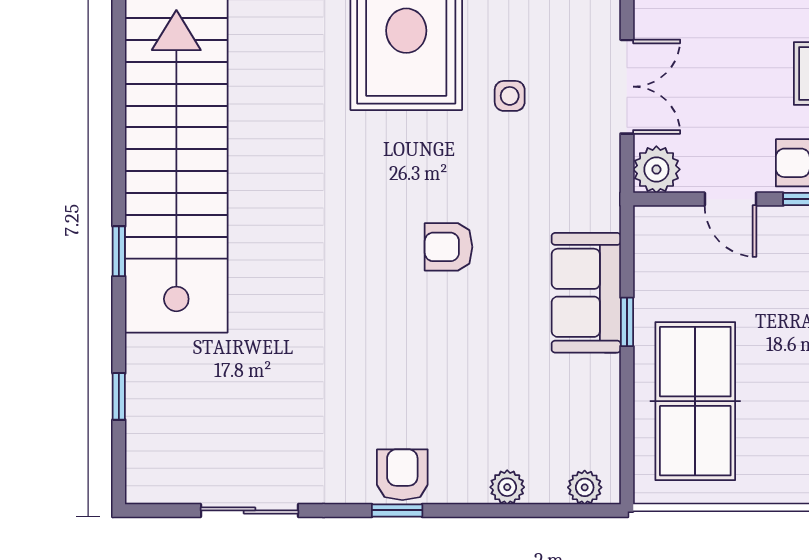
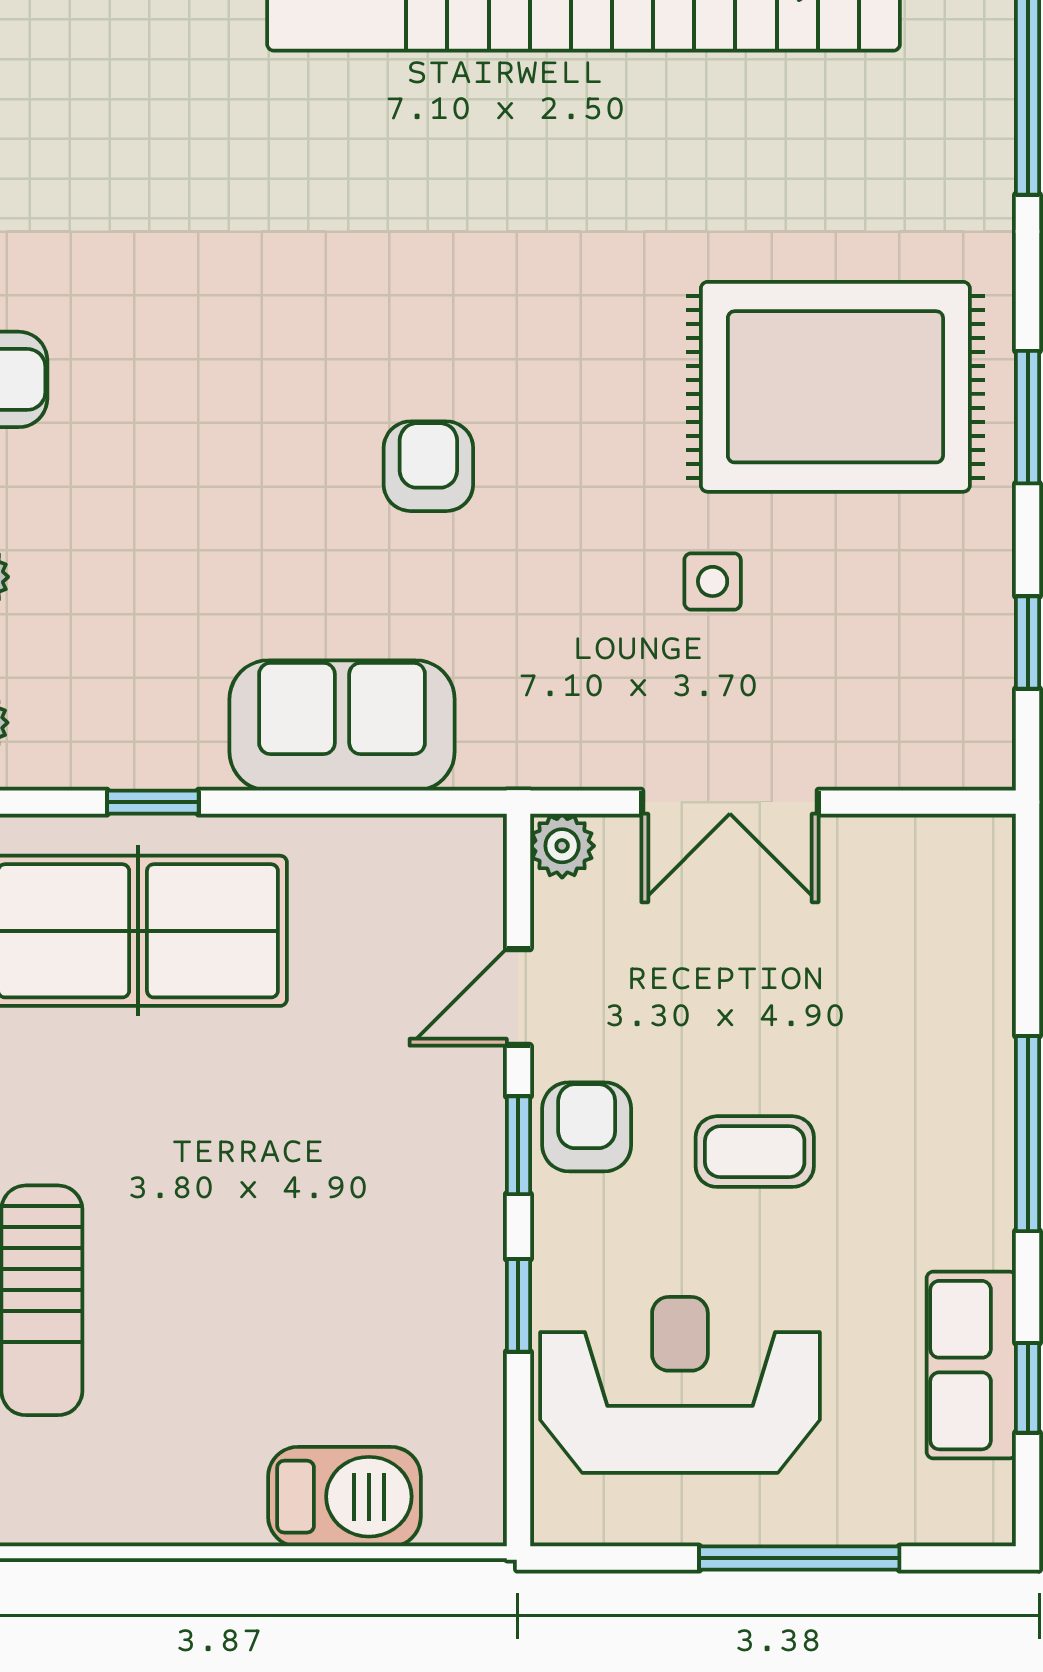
plant: (656, 169) -> (562, 846), width x0.73, depth x0.73
window: (627, 322) -> (153, 802), moved

